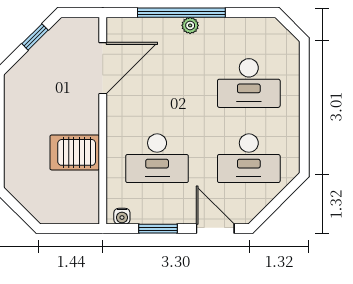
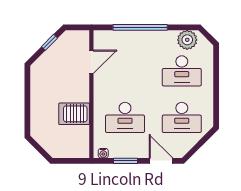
plant: (190, 25) -> (187, 40), moved, width x1.88, depth x1.88
door: (103, 68) -> (91, 62), width x0.73

